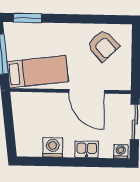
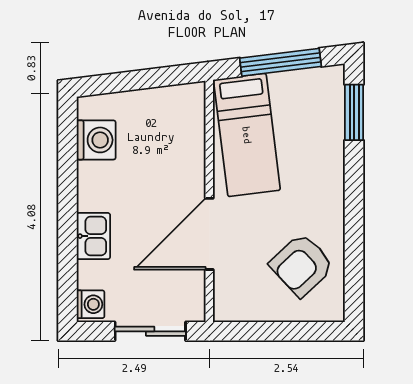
washing machine: (53, 147) -> (96, 140), moved

